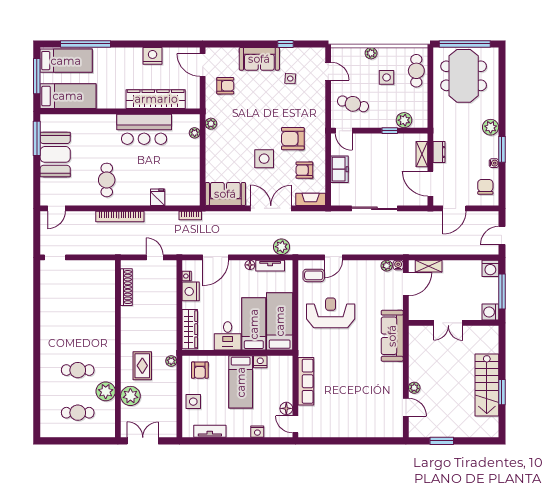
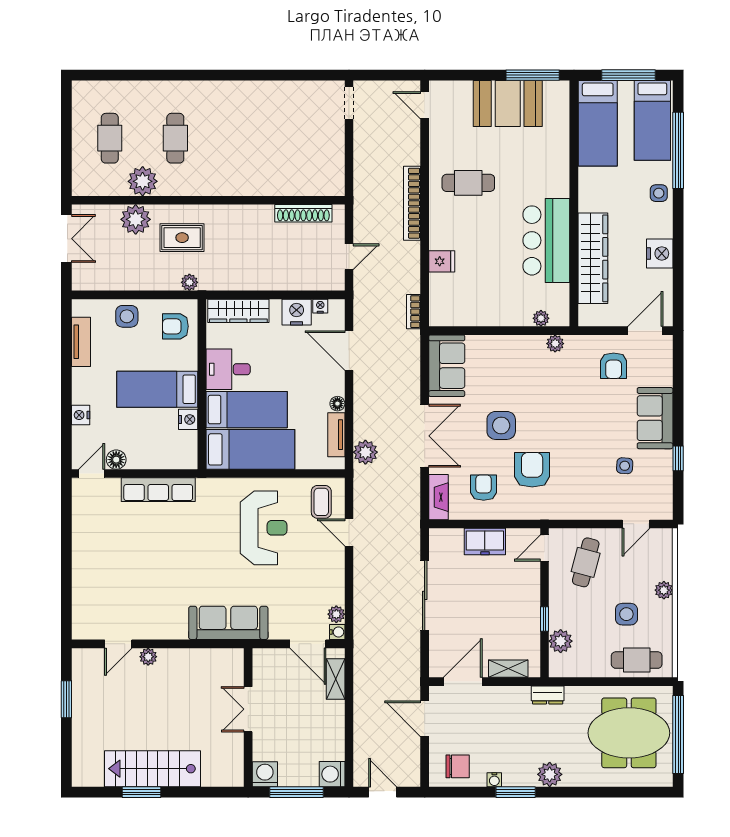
side table: (113, 56) -> (659, 193), added
dresser: (439, 152) -> (548, 695), moved

